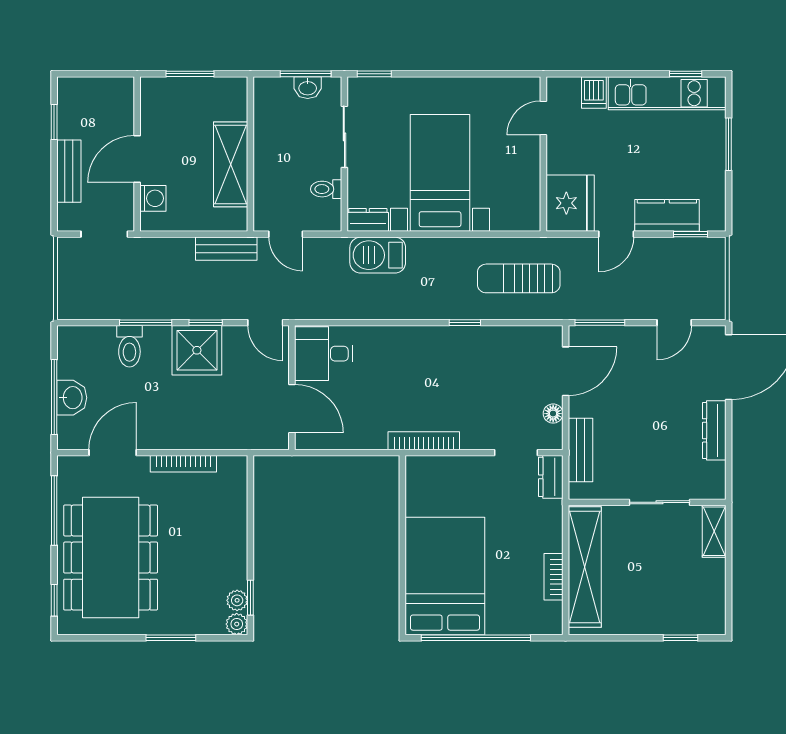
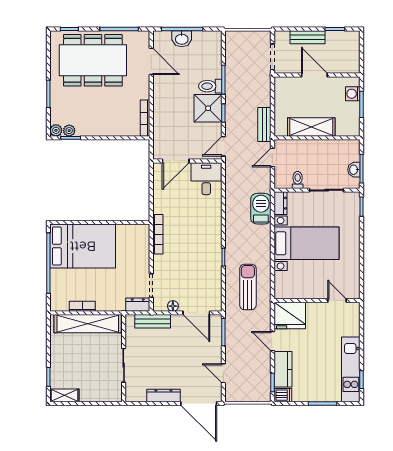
dishwasher: (594, 93) -> (283, 395), moved, turned 180
washing machine: (153, 198) -> (353, 94), moved, turned 90
toilet: (129, 346) -> (210, 86), moved
bookcase: (183, 464) -> (145, 118), moved
shelving: (714, 531) -> (64, 395), moved

